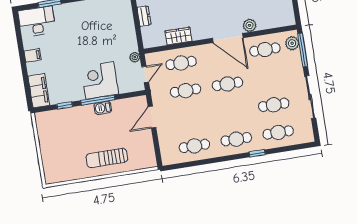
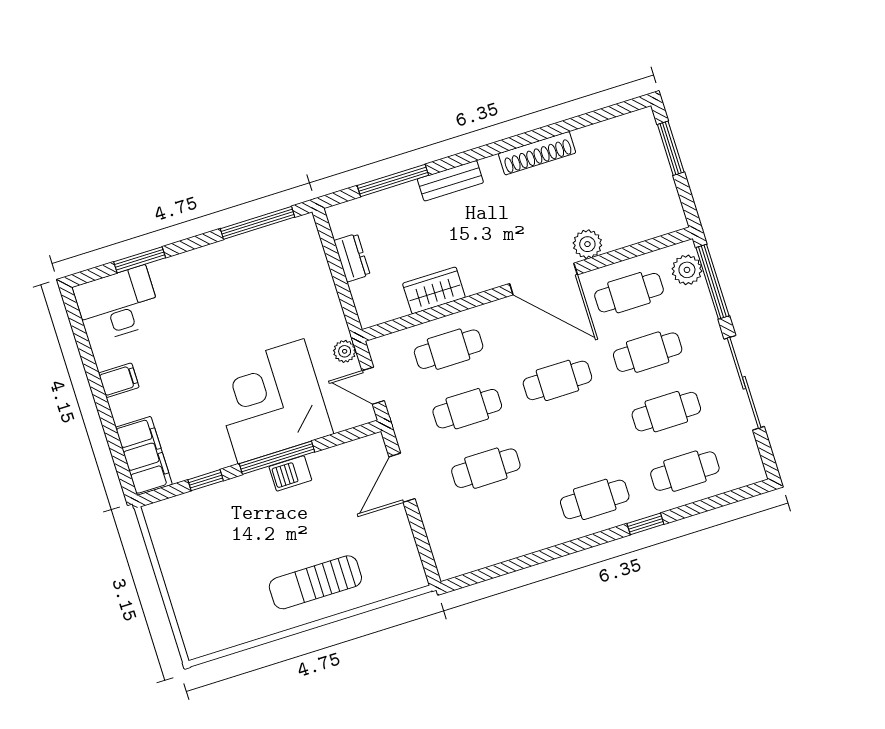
door: (145, 74) -> (373, 386), swing flipped
cafe table: (269, 77) -> (648, 352), added
corner desk: (100, 80) -> (271, 401), width x1.36, depth x1.36
cafe table: (194, 146) -> (486, 468), moved

